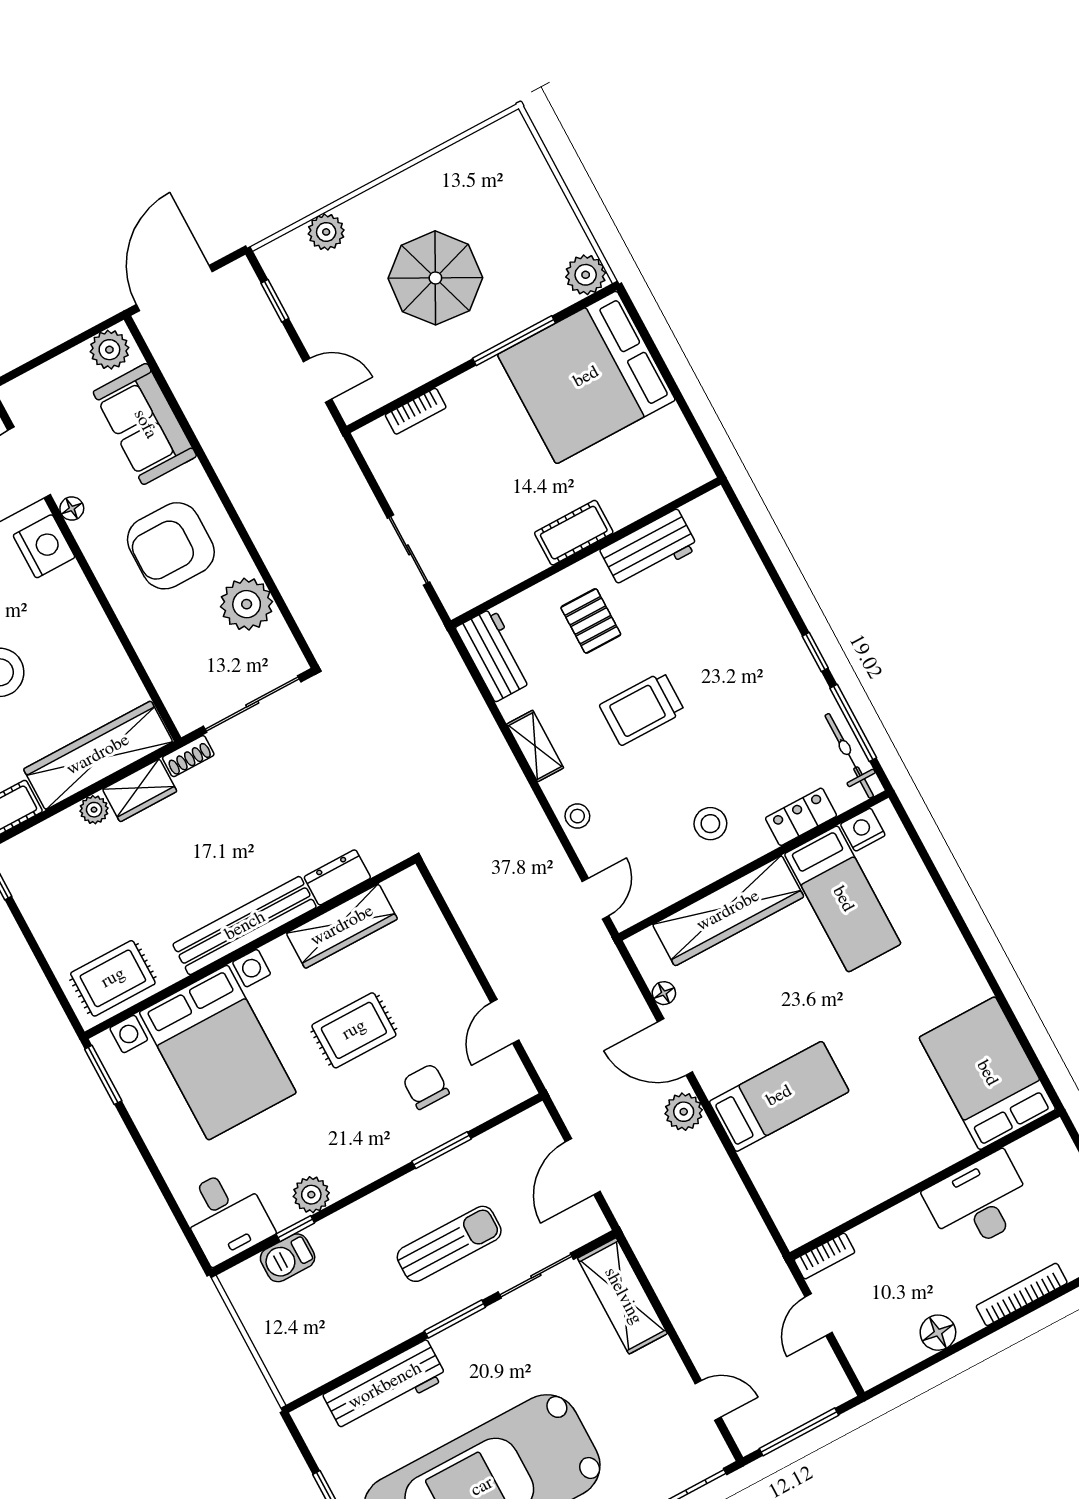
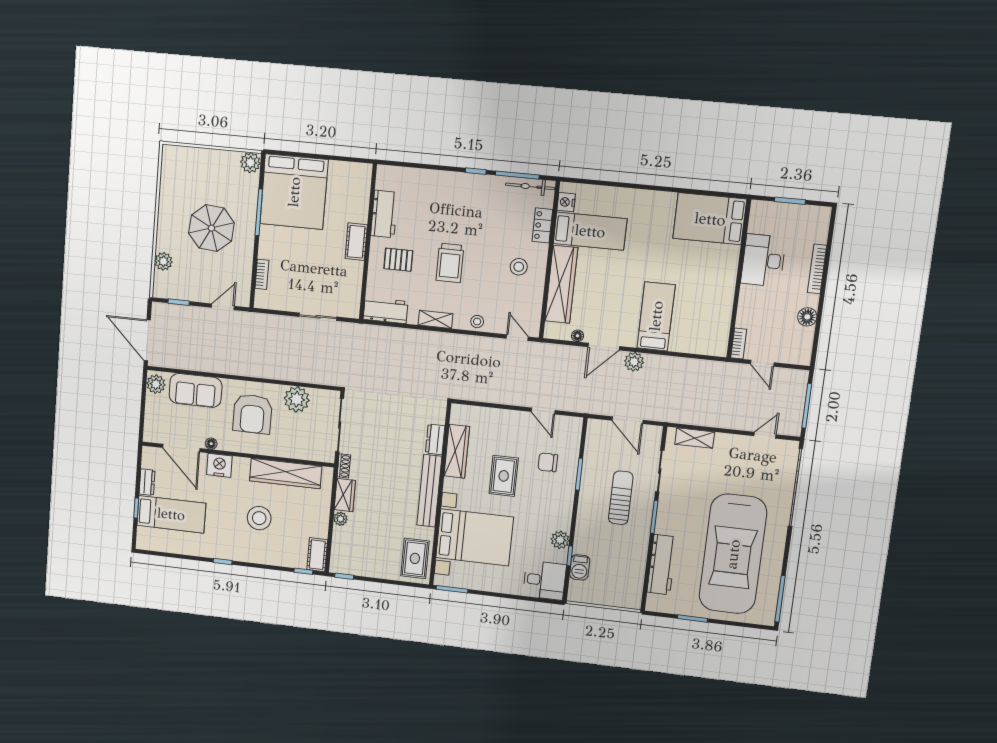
wardrobe: (98, 755) -> (286, 474), moved, turned -90
shelving: (623, 1296) -> (695, 438), width x0.67, depth x0.75

